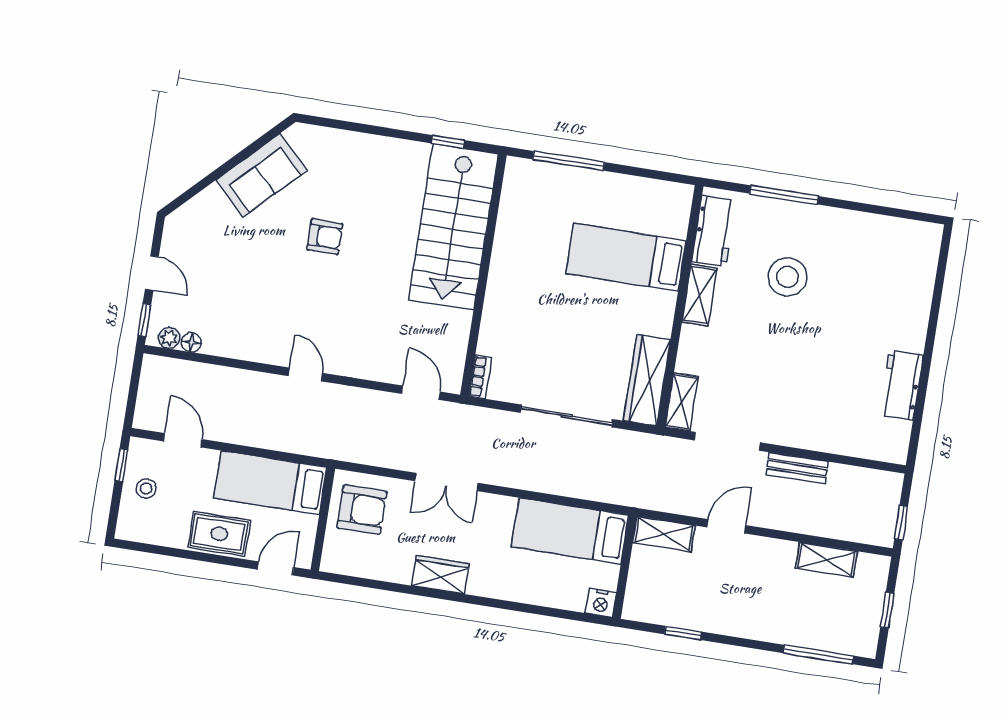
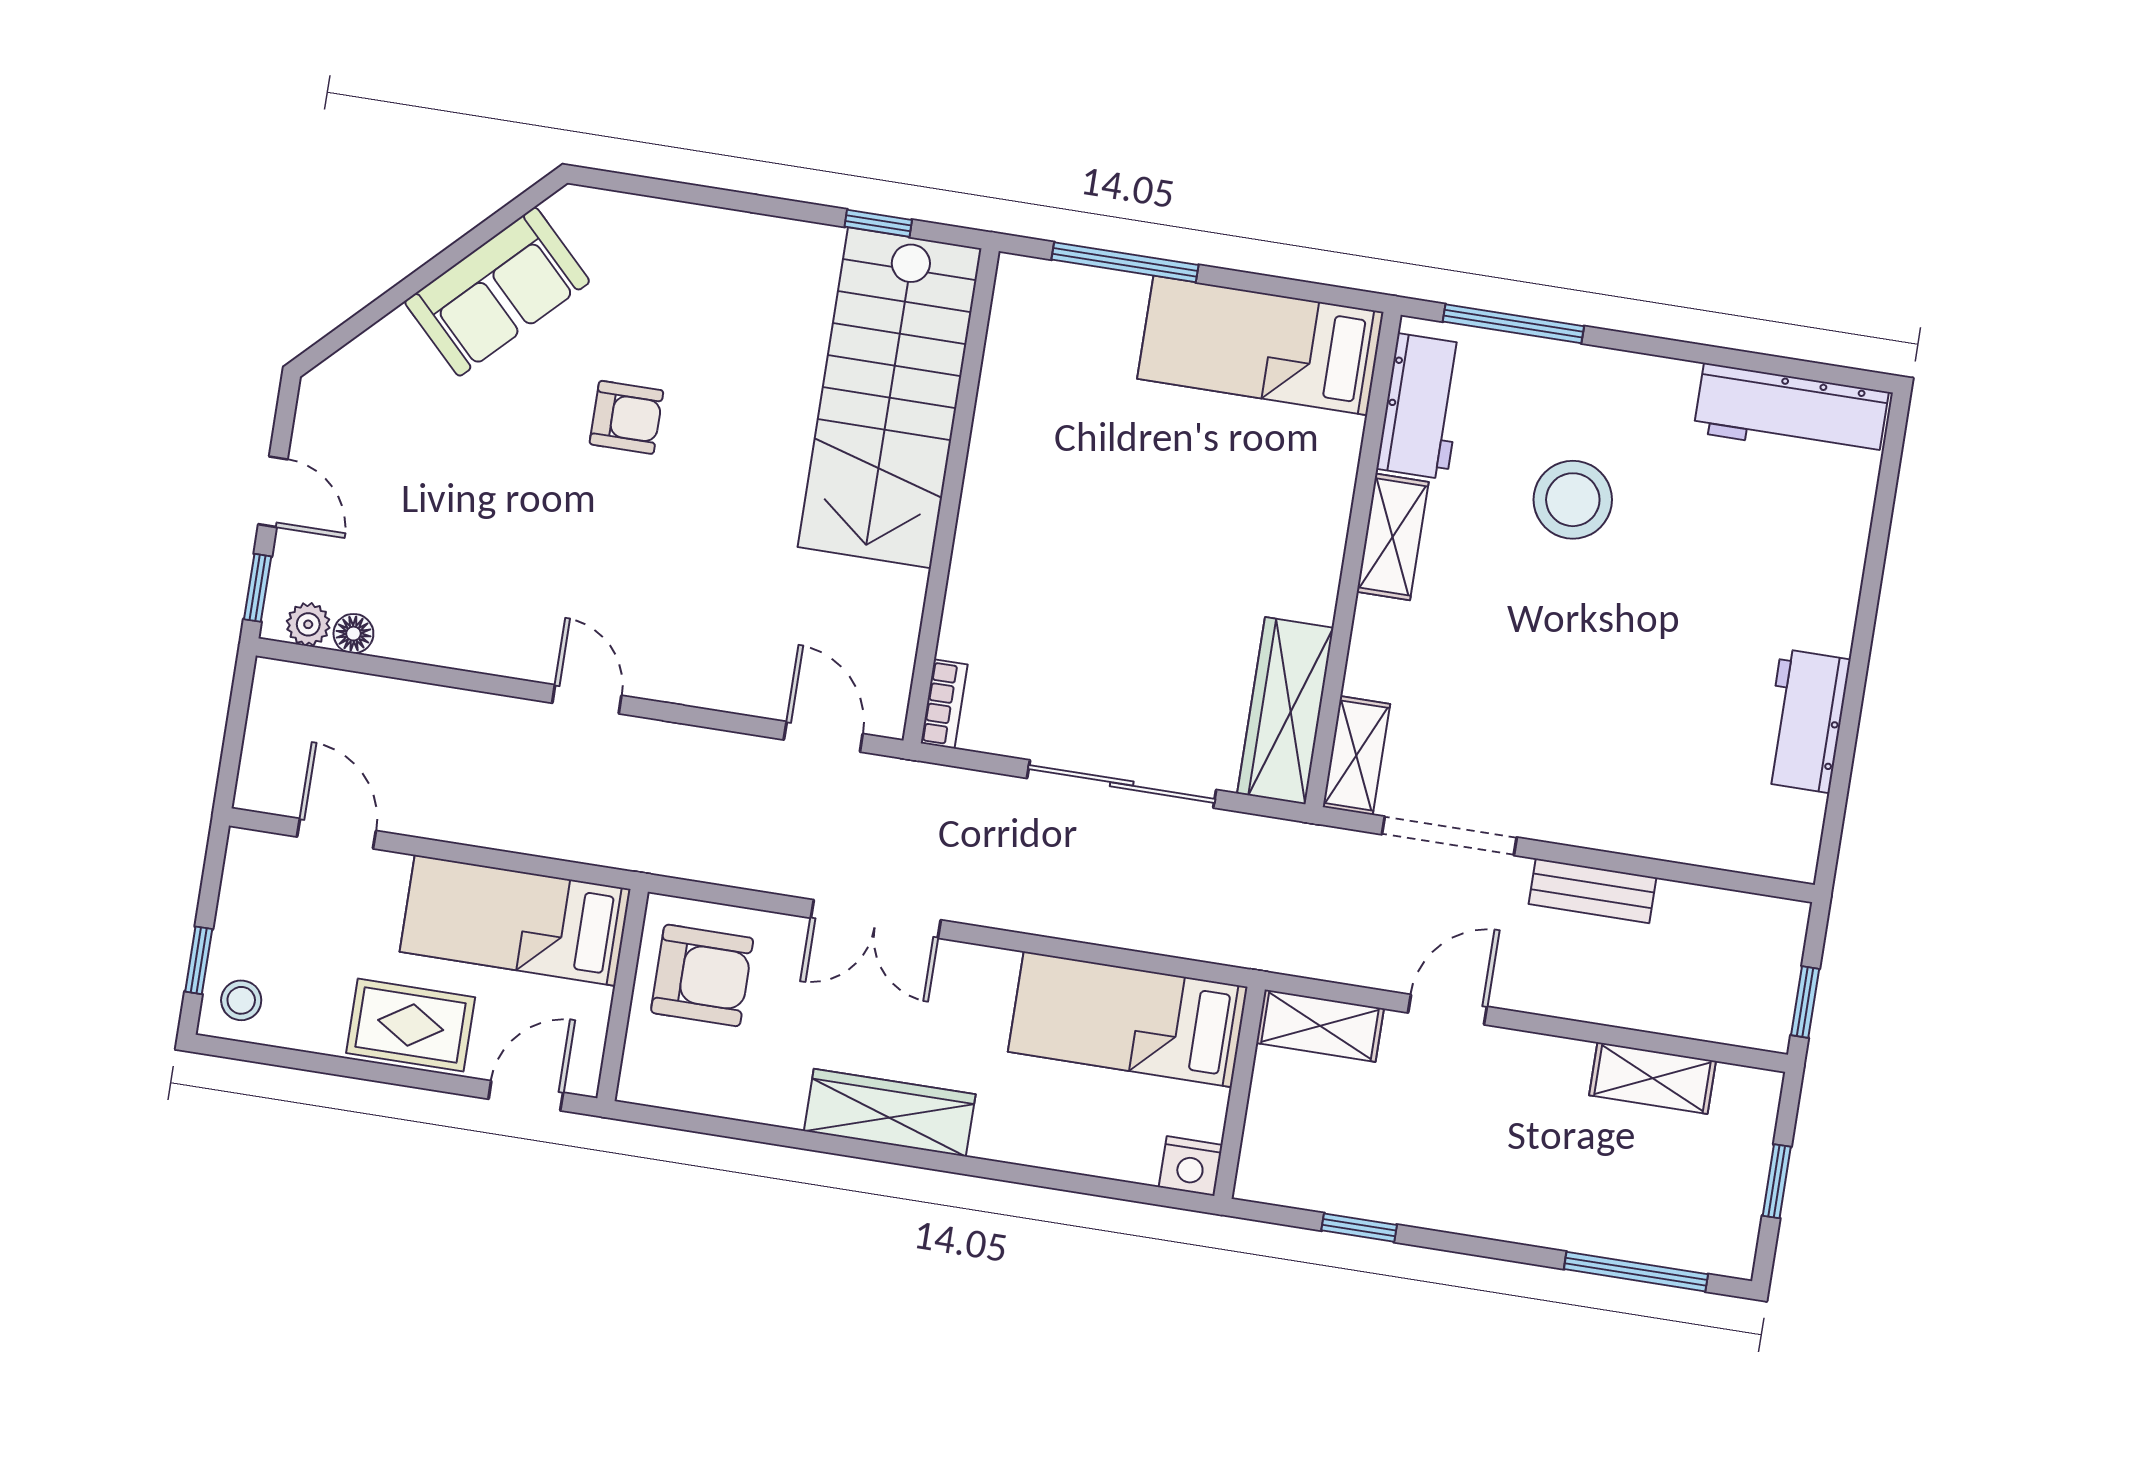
window: (784, 195) -> (1513, 324), moved
workbench: (894, 234) -> (1791, 412), added
bed: (626, 257) -> (1260, 345), moved
window: (121, 465) -> (199, 960), moved
stool: (146, 488) -> (241, 1000), moved
wardrobe: (440, 575) -> (890, 1113), width x1.50

